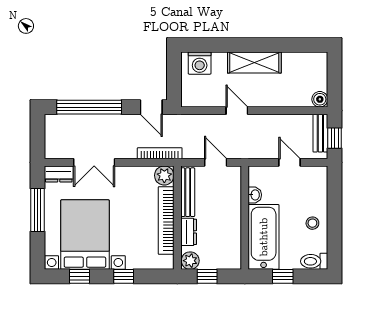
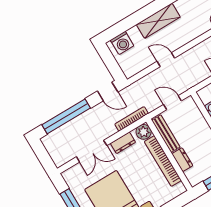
dresser: (59, 174) -> (123, 143), moved
plant: (190, 261) -> (195, 178), removed

